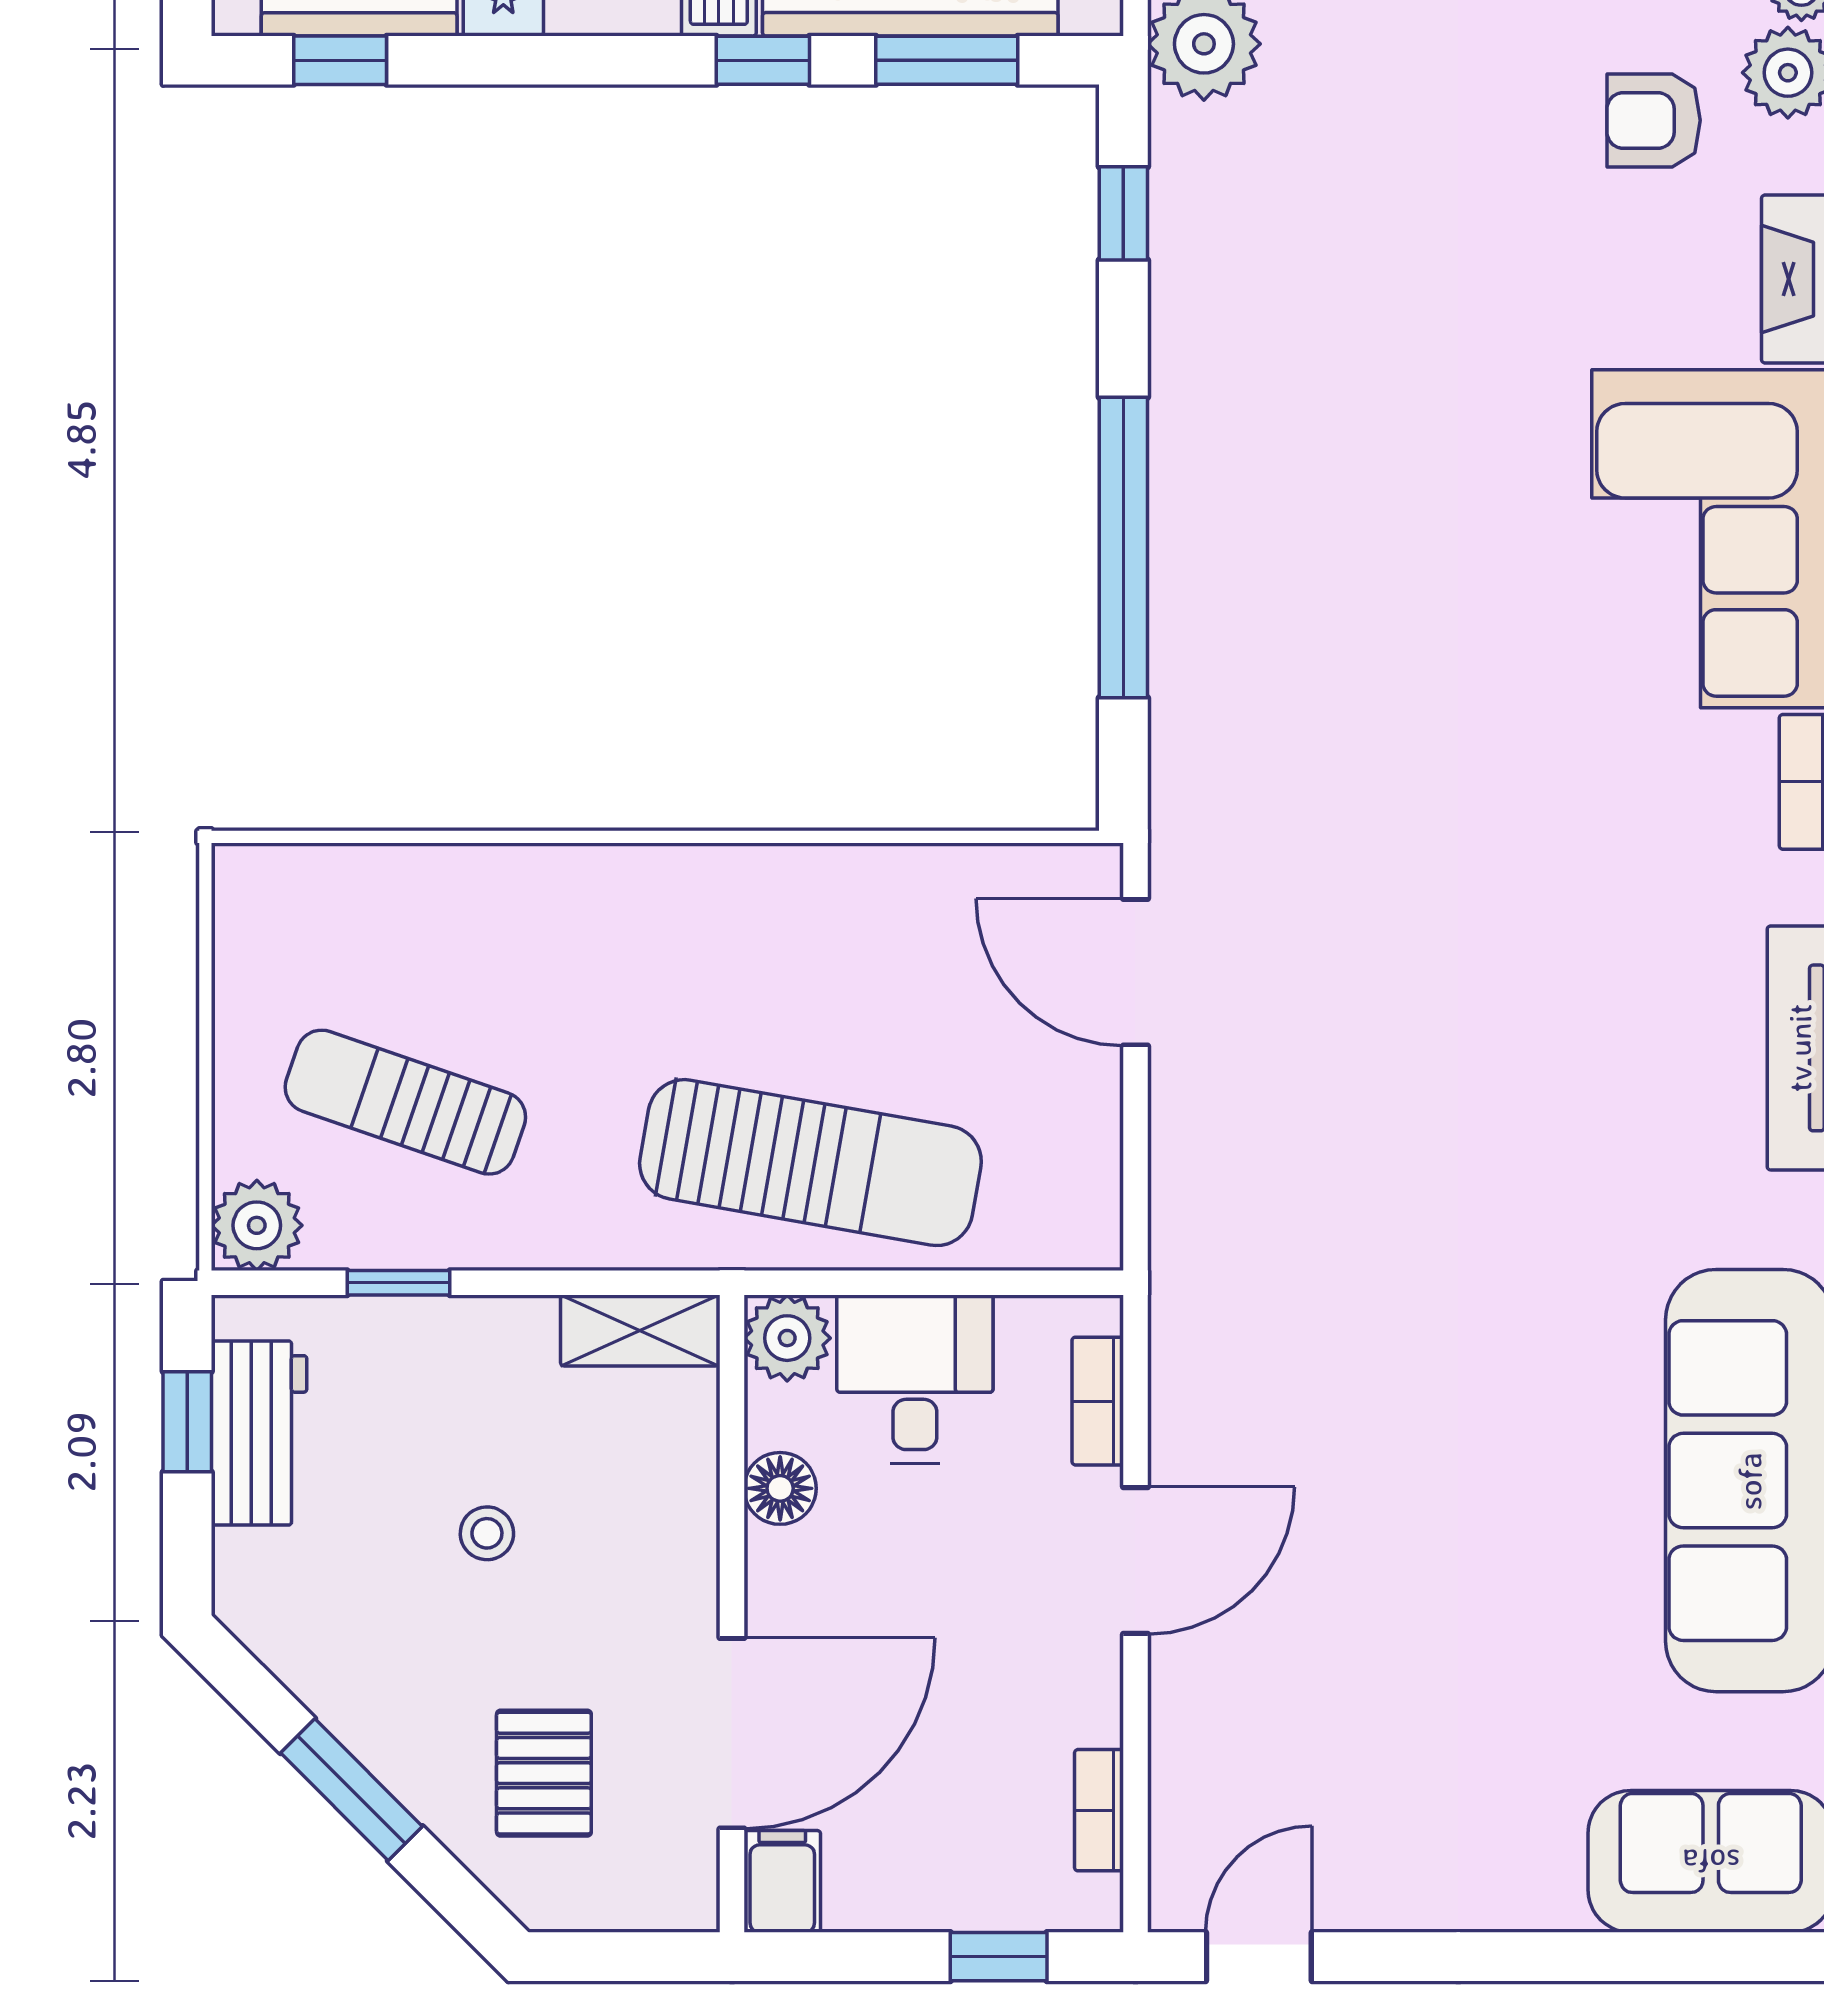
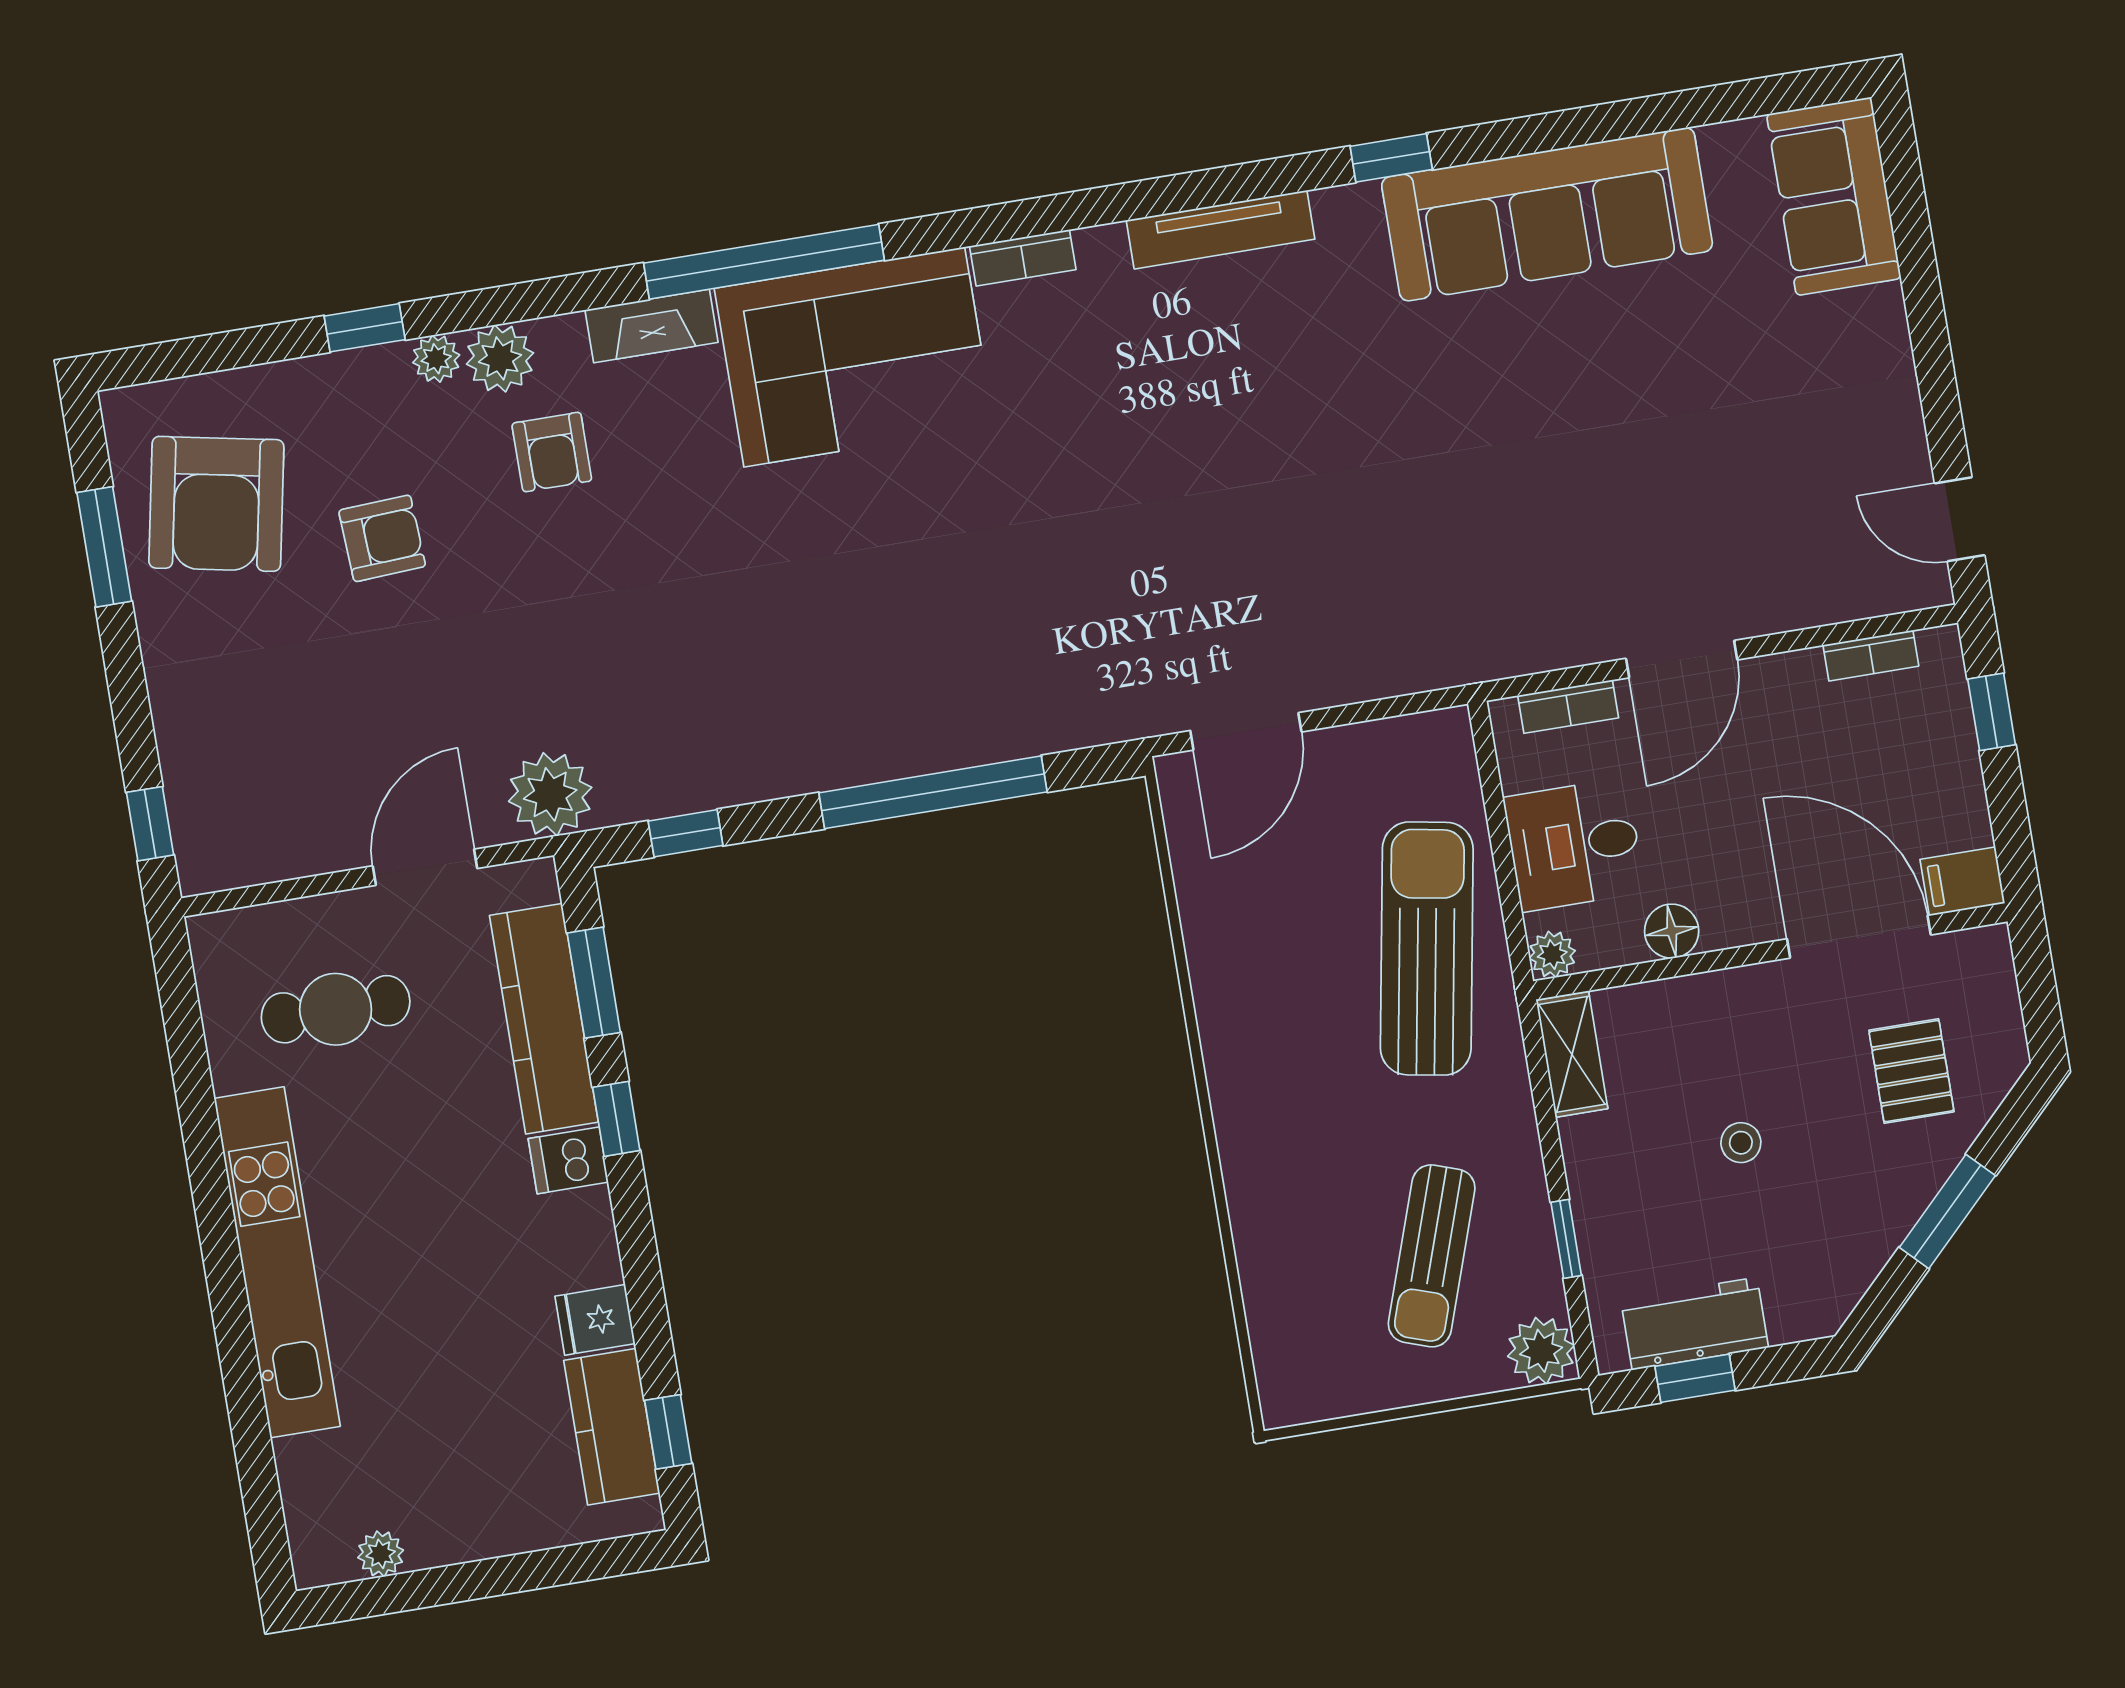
plant: (787, 1338) -> (1552, 954), width x0.73, depth x0.73
door: (1135, 1561) -> (1682, 659), swing flipped
pallet: (544, 1773) -> (1911, 1071), turned 90

